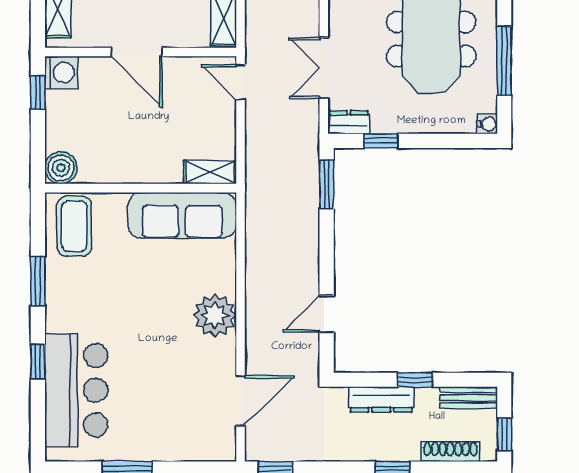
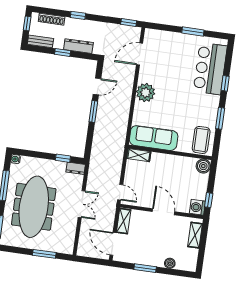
double door: (324, 68) -> (82, 204), moved
window: (327, 185) -> (93, 111), moved

